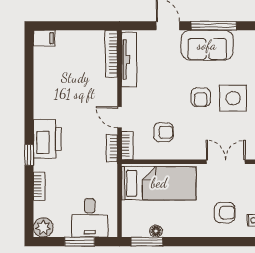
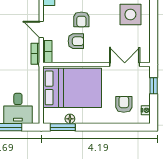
armchair: (201, 97) -> (81, 19), moved
bed: (159, 183) -> (72, 88), width x1.50
armchair: (225, 213) -> (124, 104), turned -90

